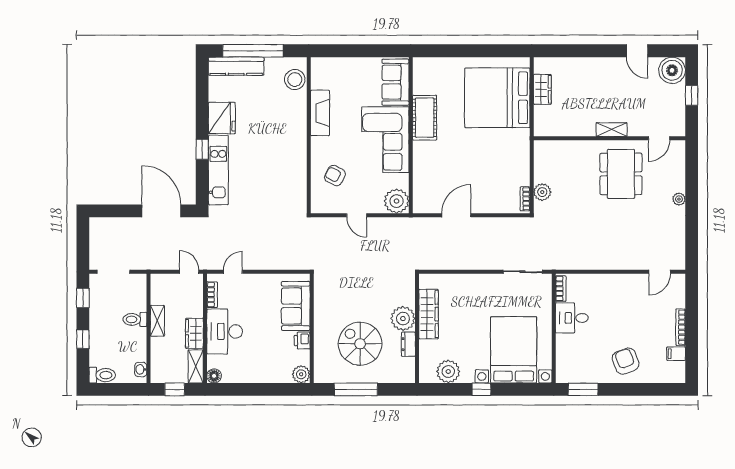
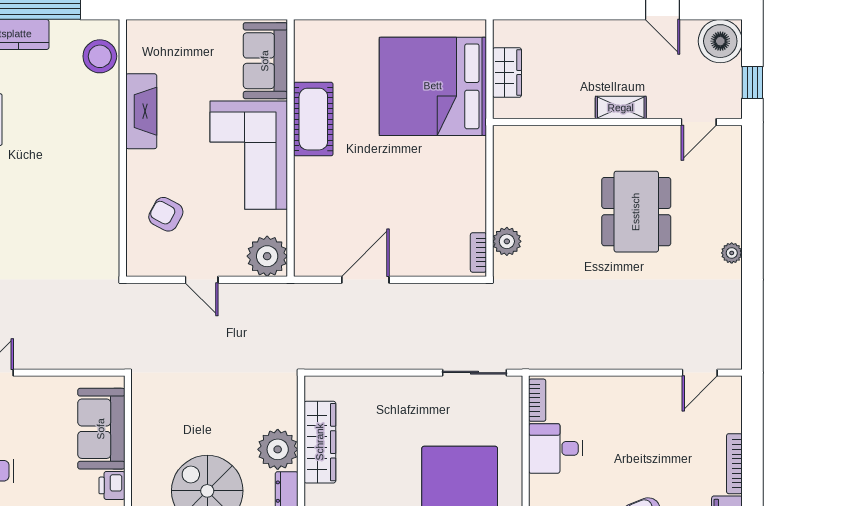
shelving: (612, 130) -> (621, 108), moved
wall: (609, 138) -> (617, 122), moved
door: (659, 138) -> (699, 122), moved

